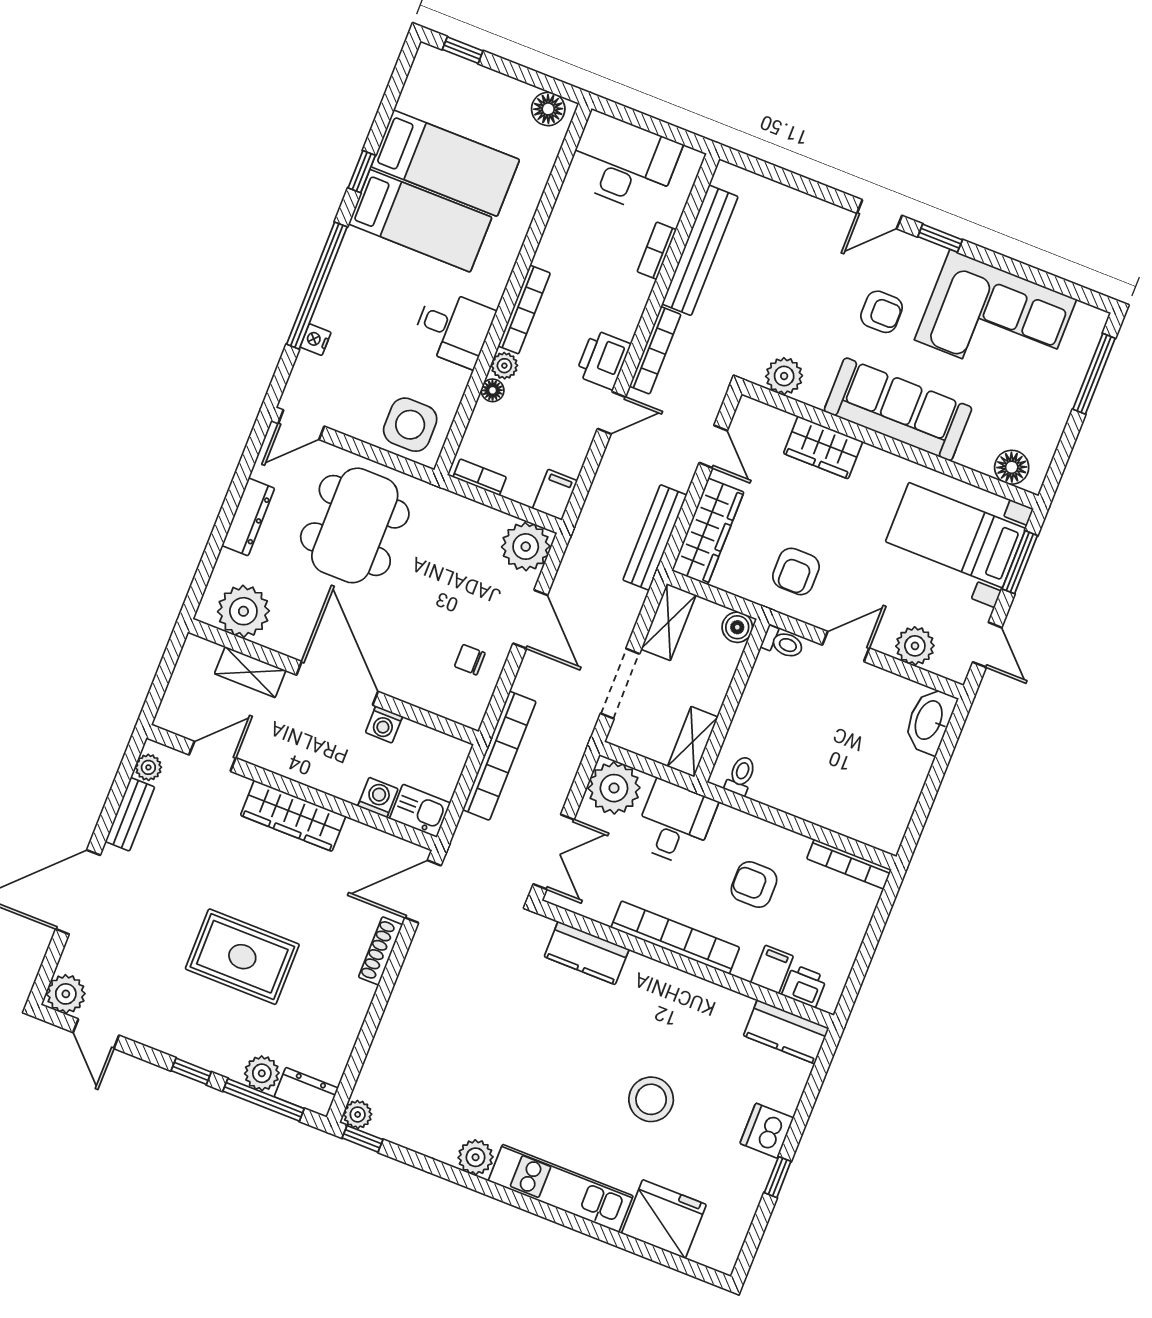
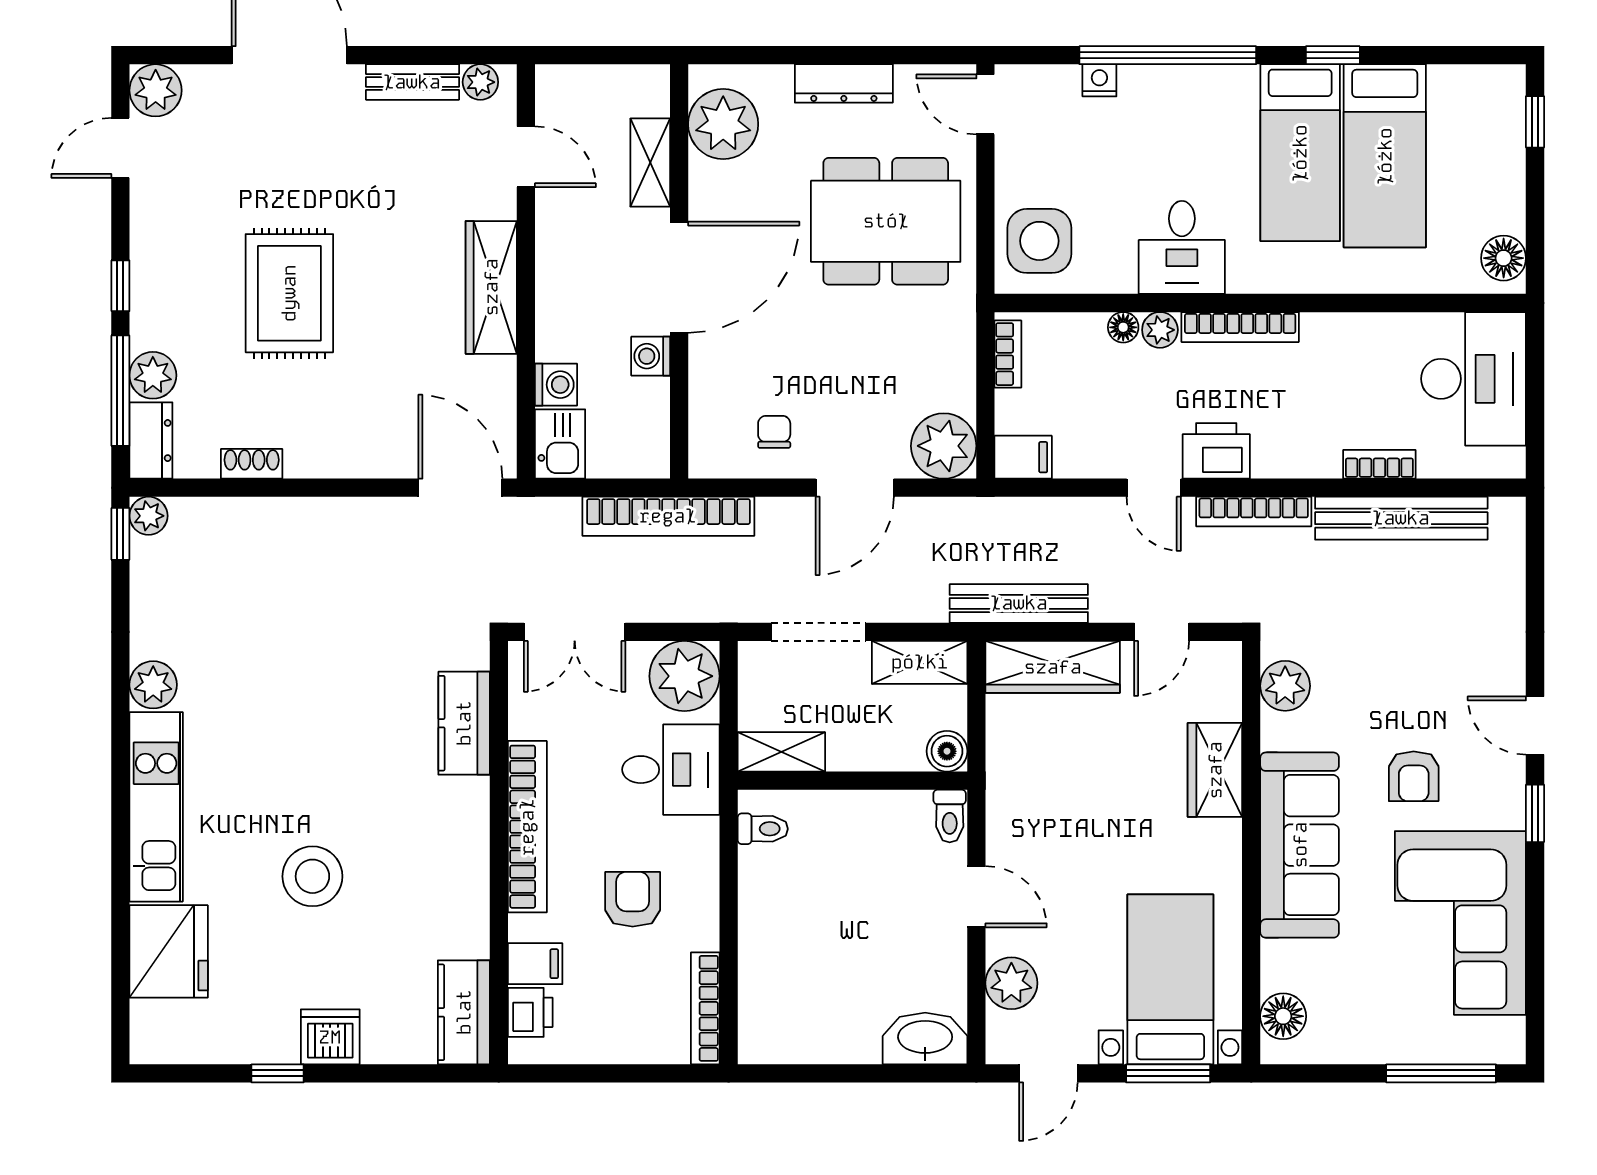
armchair: (796, 571) -> (1046, 797), removed
shoe rack: (381, 951) -> (252, 464), moved, width x0.70

